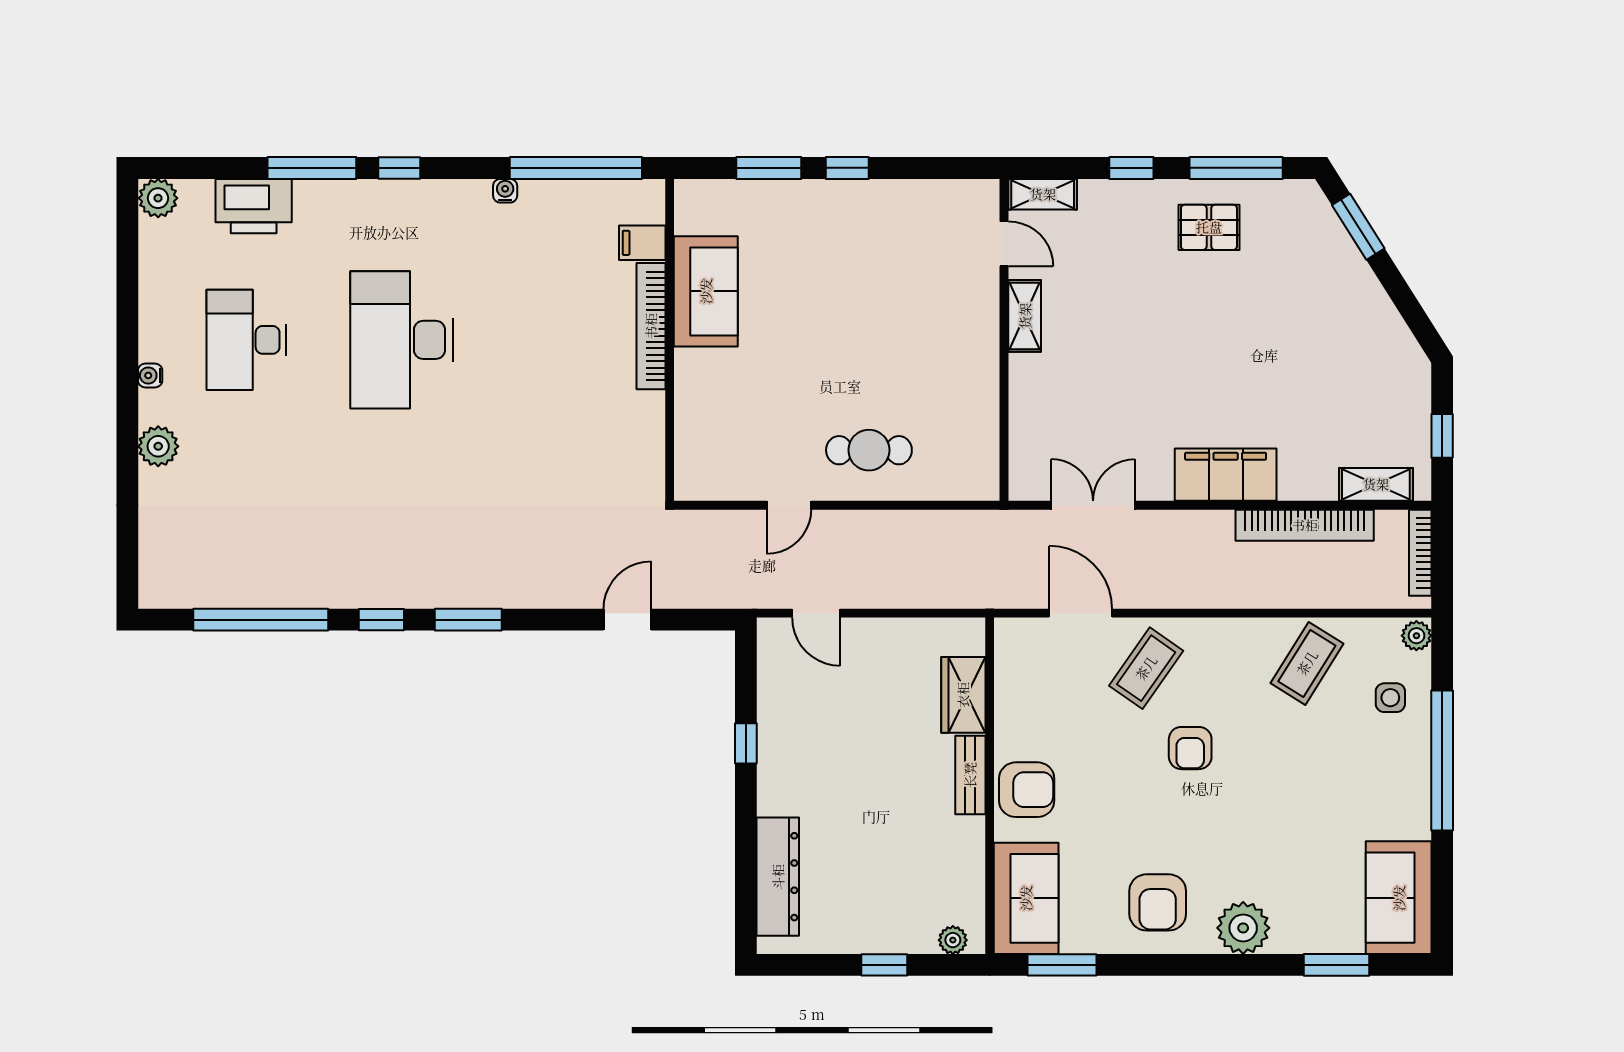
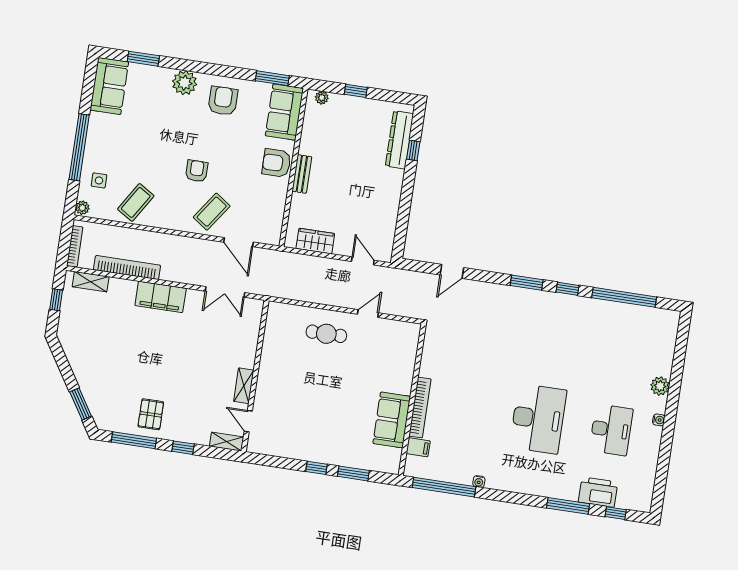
window: (399, 168) -> (616, 513), moved
plant: (158, 198) -> (642, 503), removed
pallet: (1209, 227) -> (151, 414), turned 90
wardrobe: (963, 695) -> (315, 241), moved, turned -90
window: (746, 743) -> (413, 150), moved

